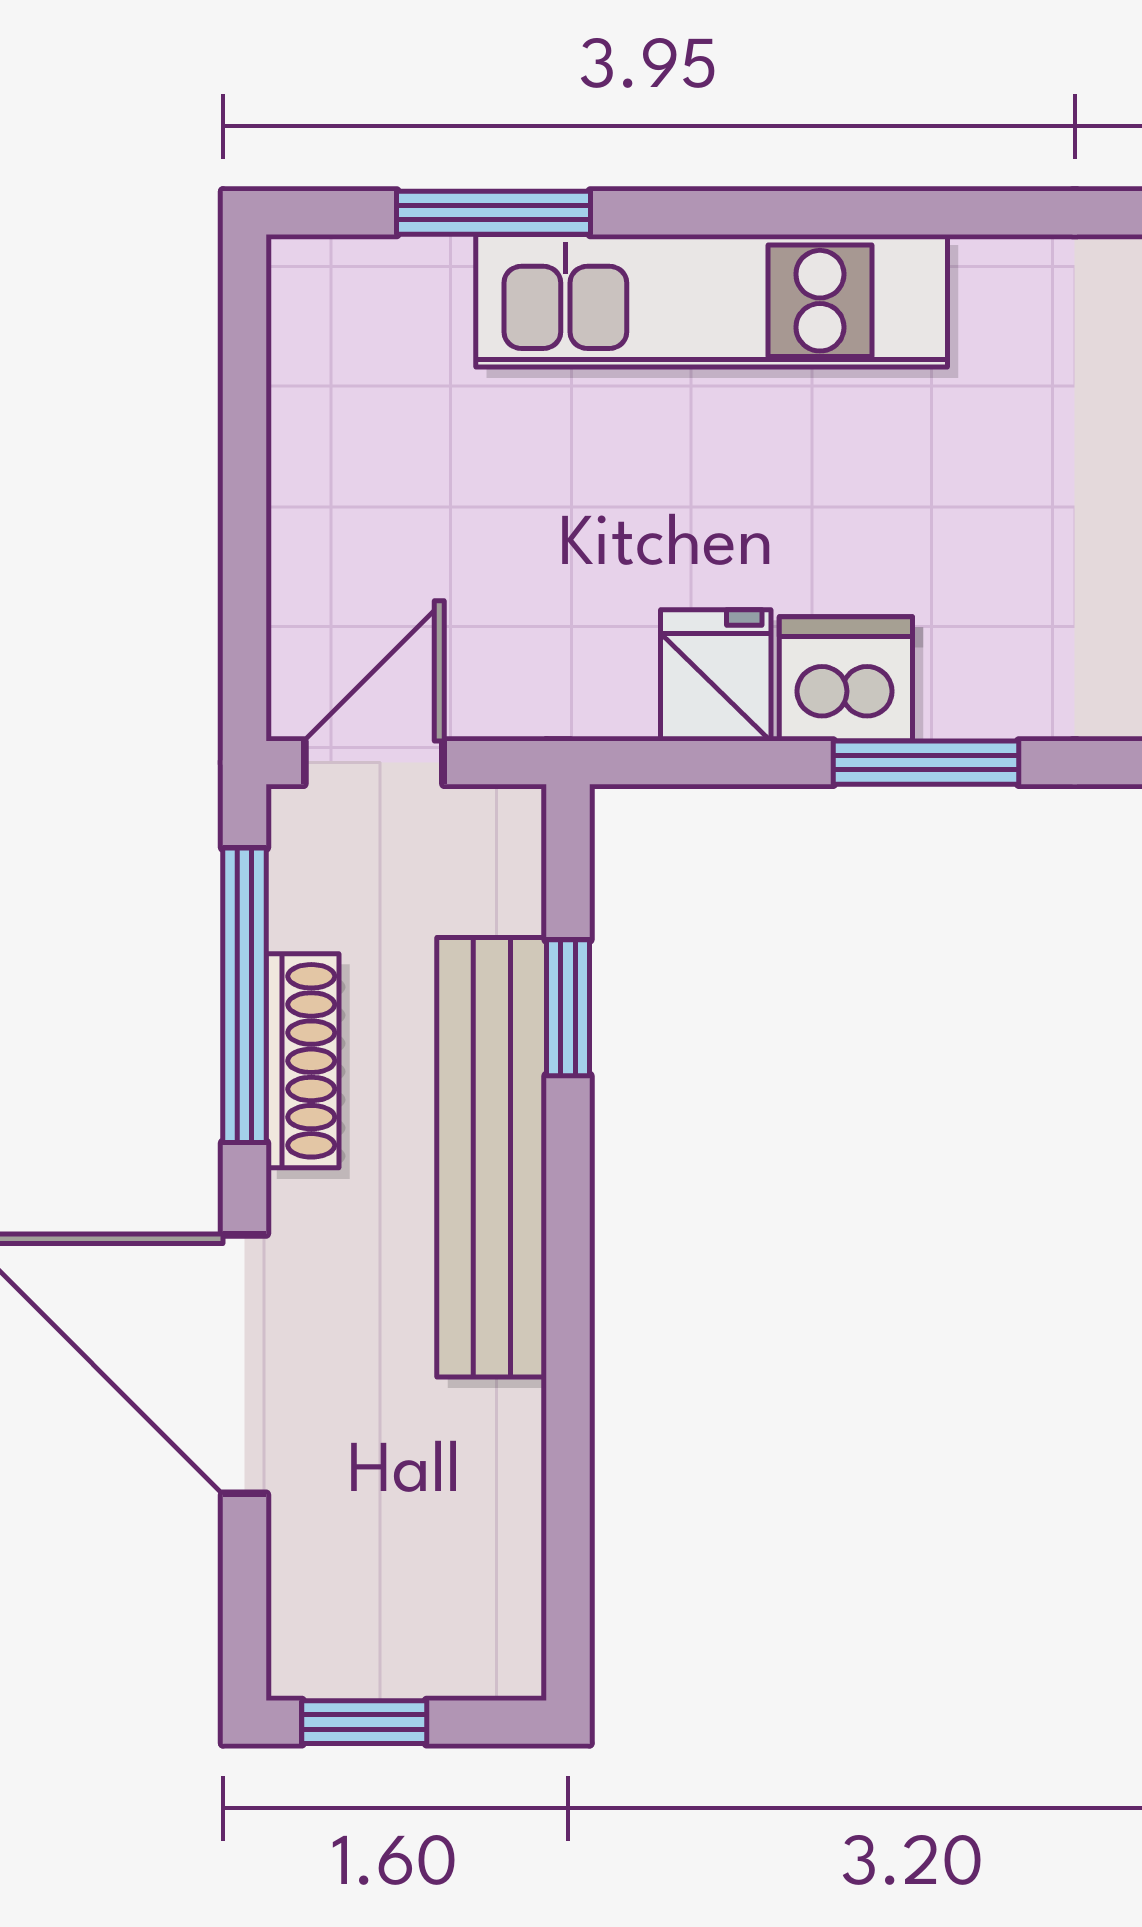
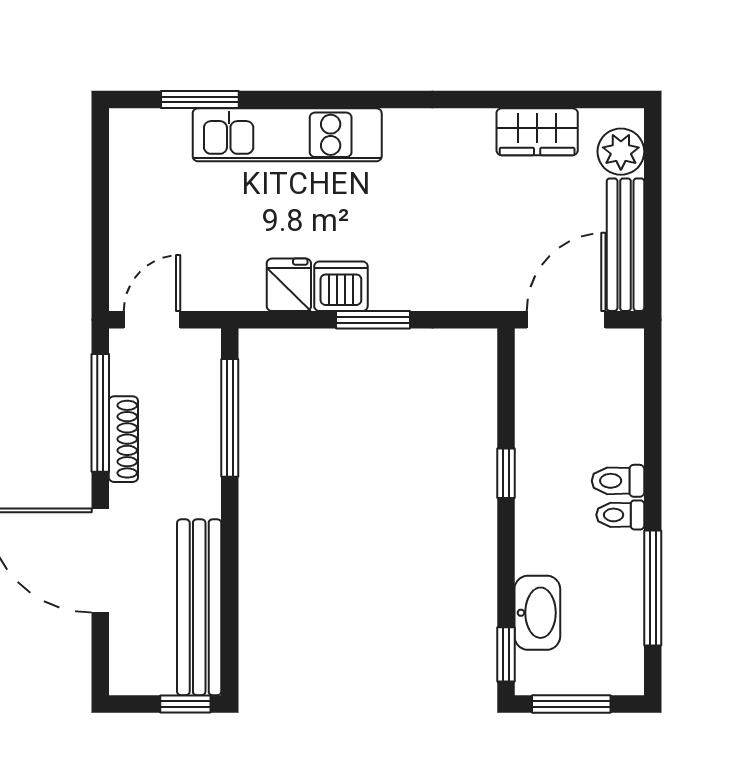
window: (568, 1008) -> (230, 418), width x2.17
bench: (492, 1157) -> (199, 607), moved
window: (364, 1722) -> (185, 704), moved

